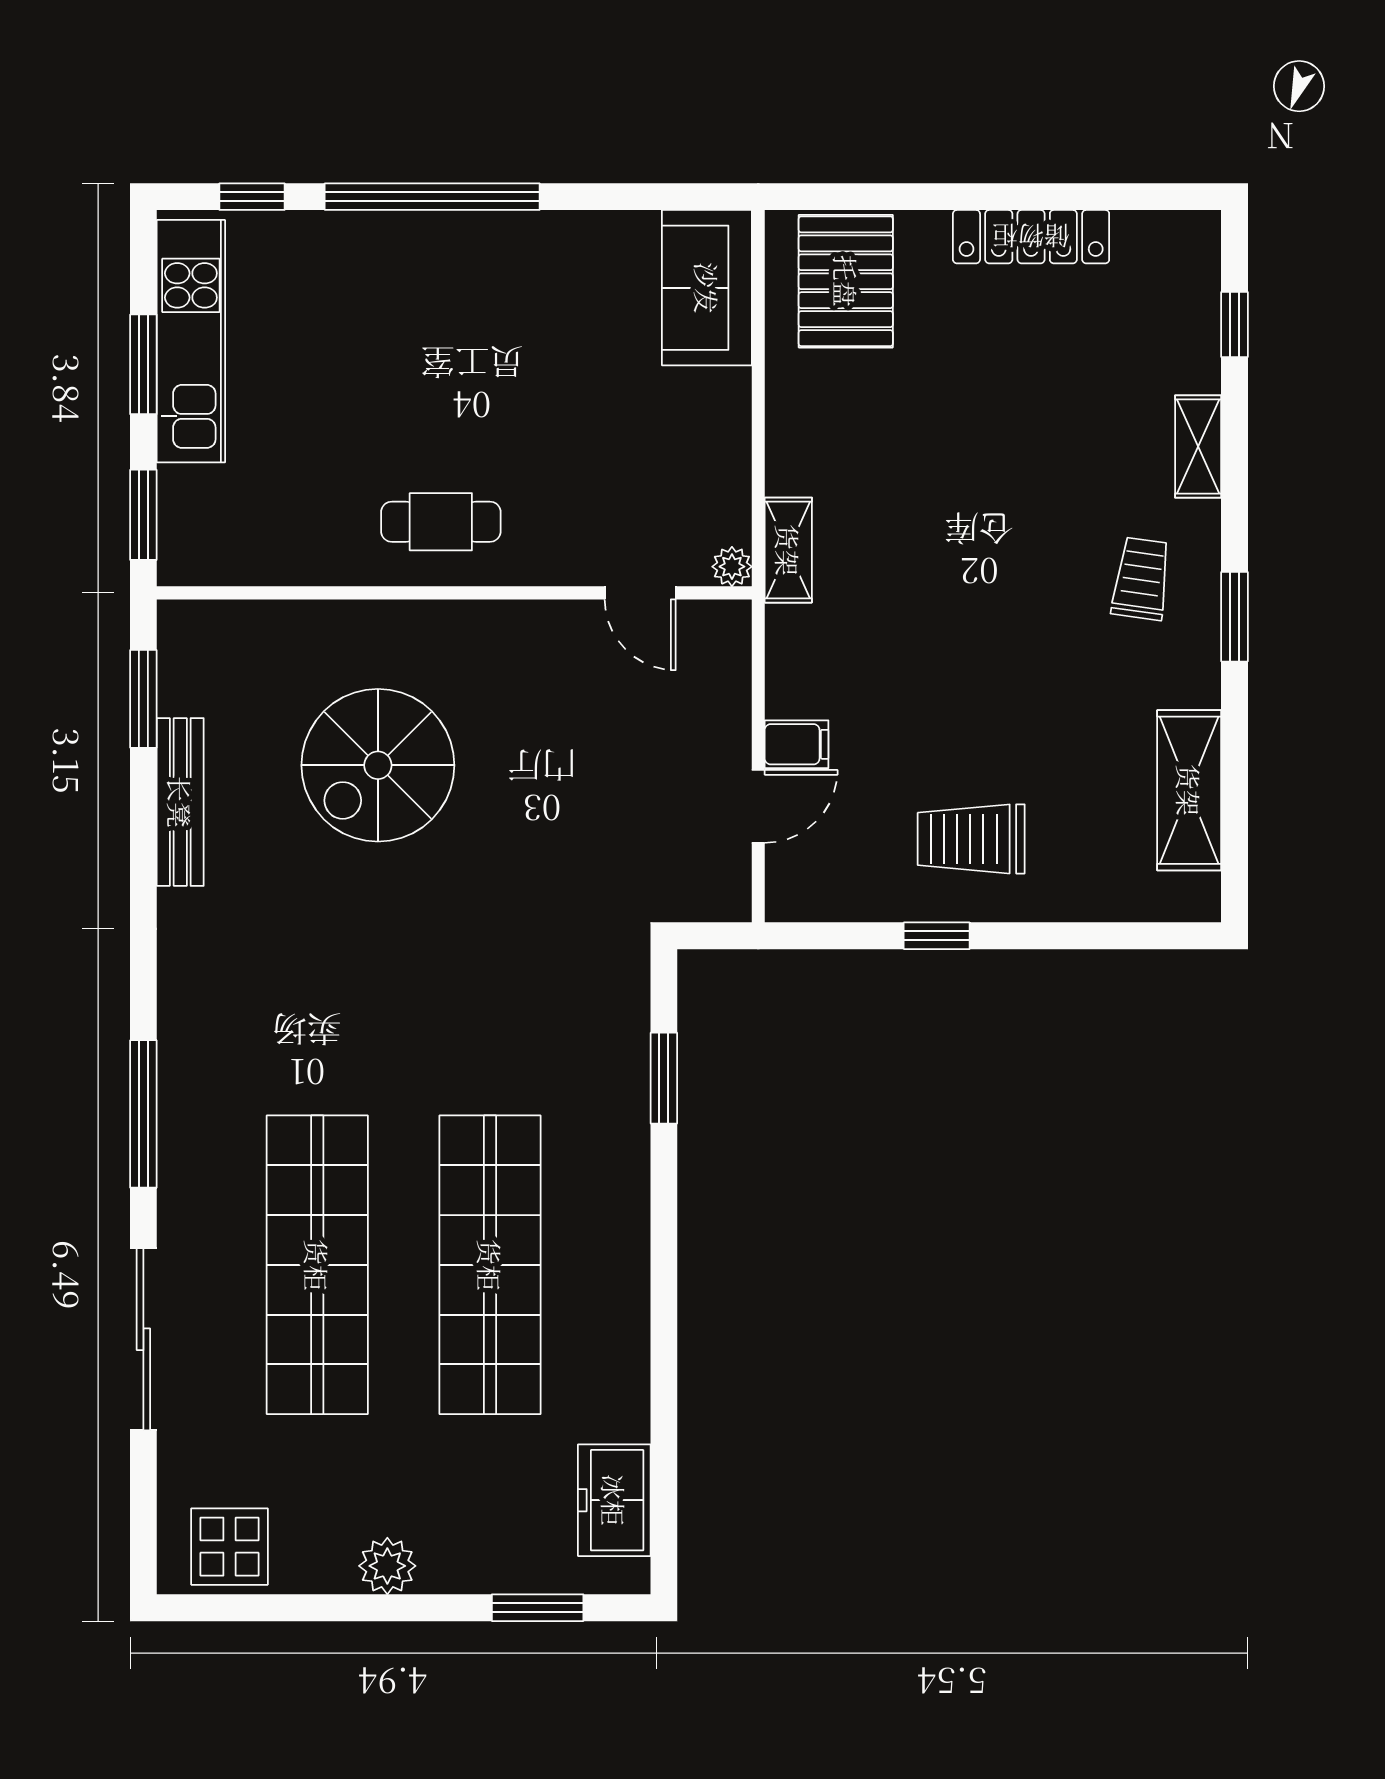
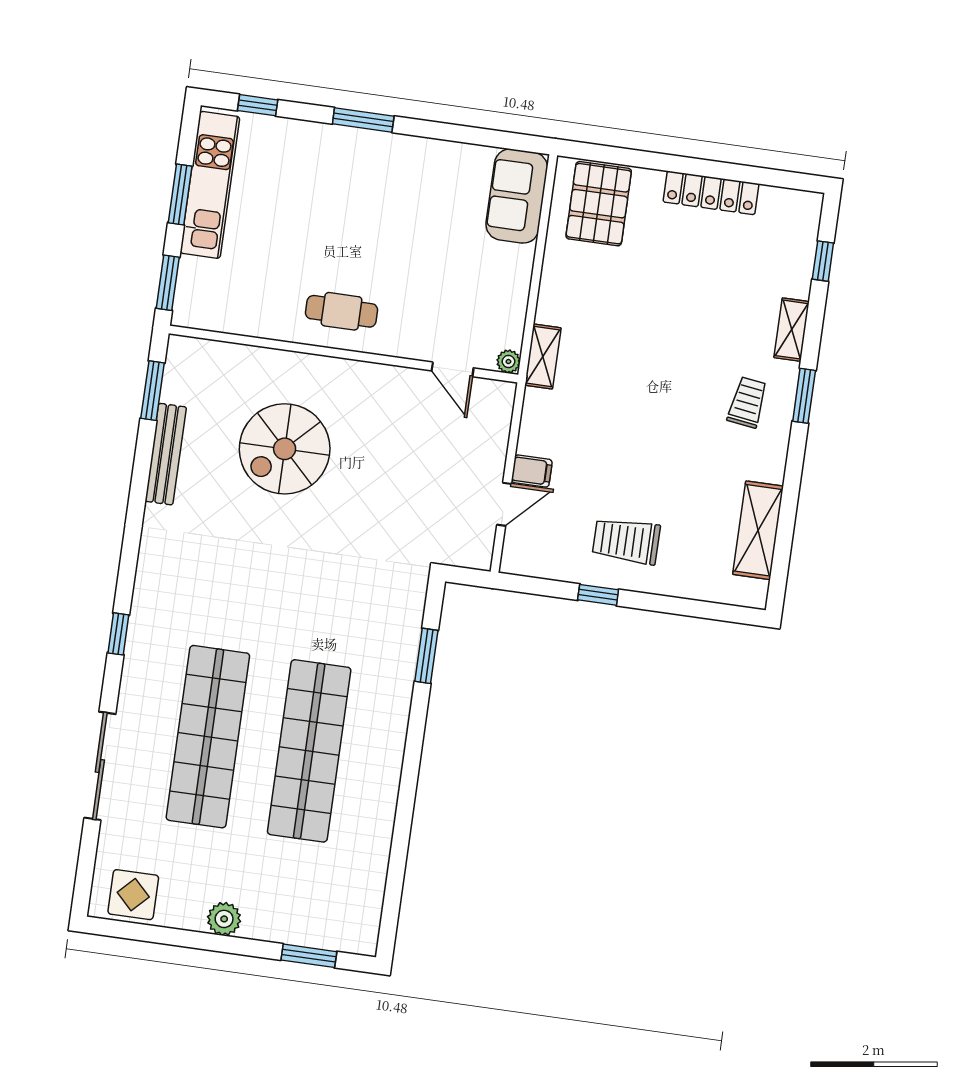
window: (432, 197) -> (363, 120), width x0.47
window: (1234, 617) -> (804, 396), moved
window: (143, 1114) -> (118, 634), width x0.46
freezer: (614, 1500) -> (363, 899), removed

